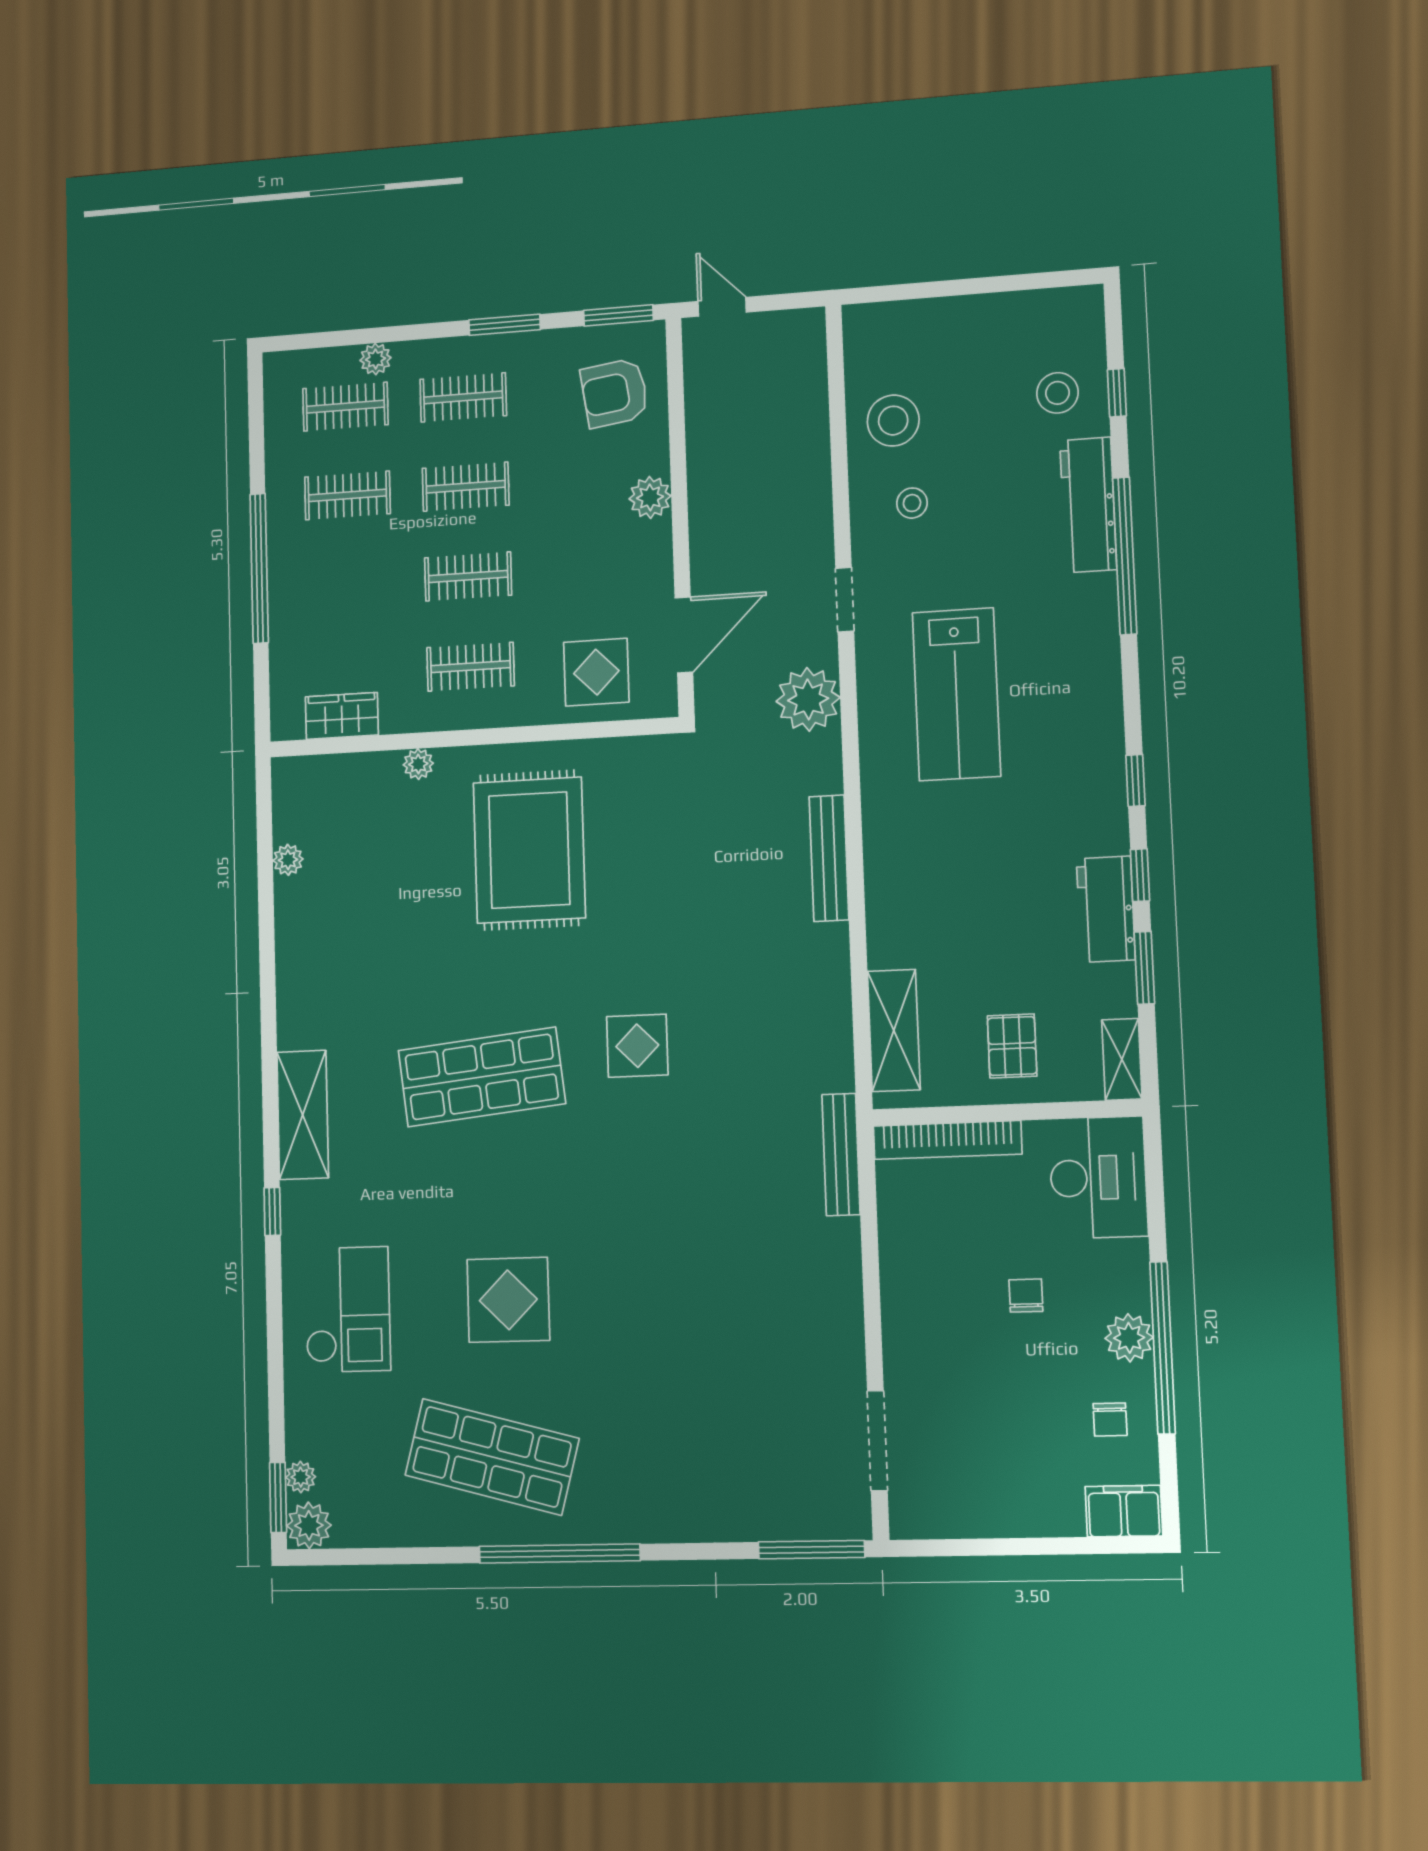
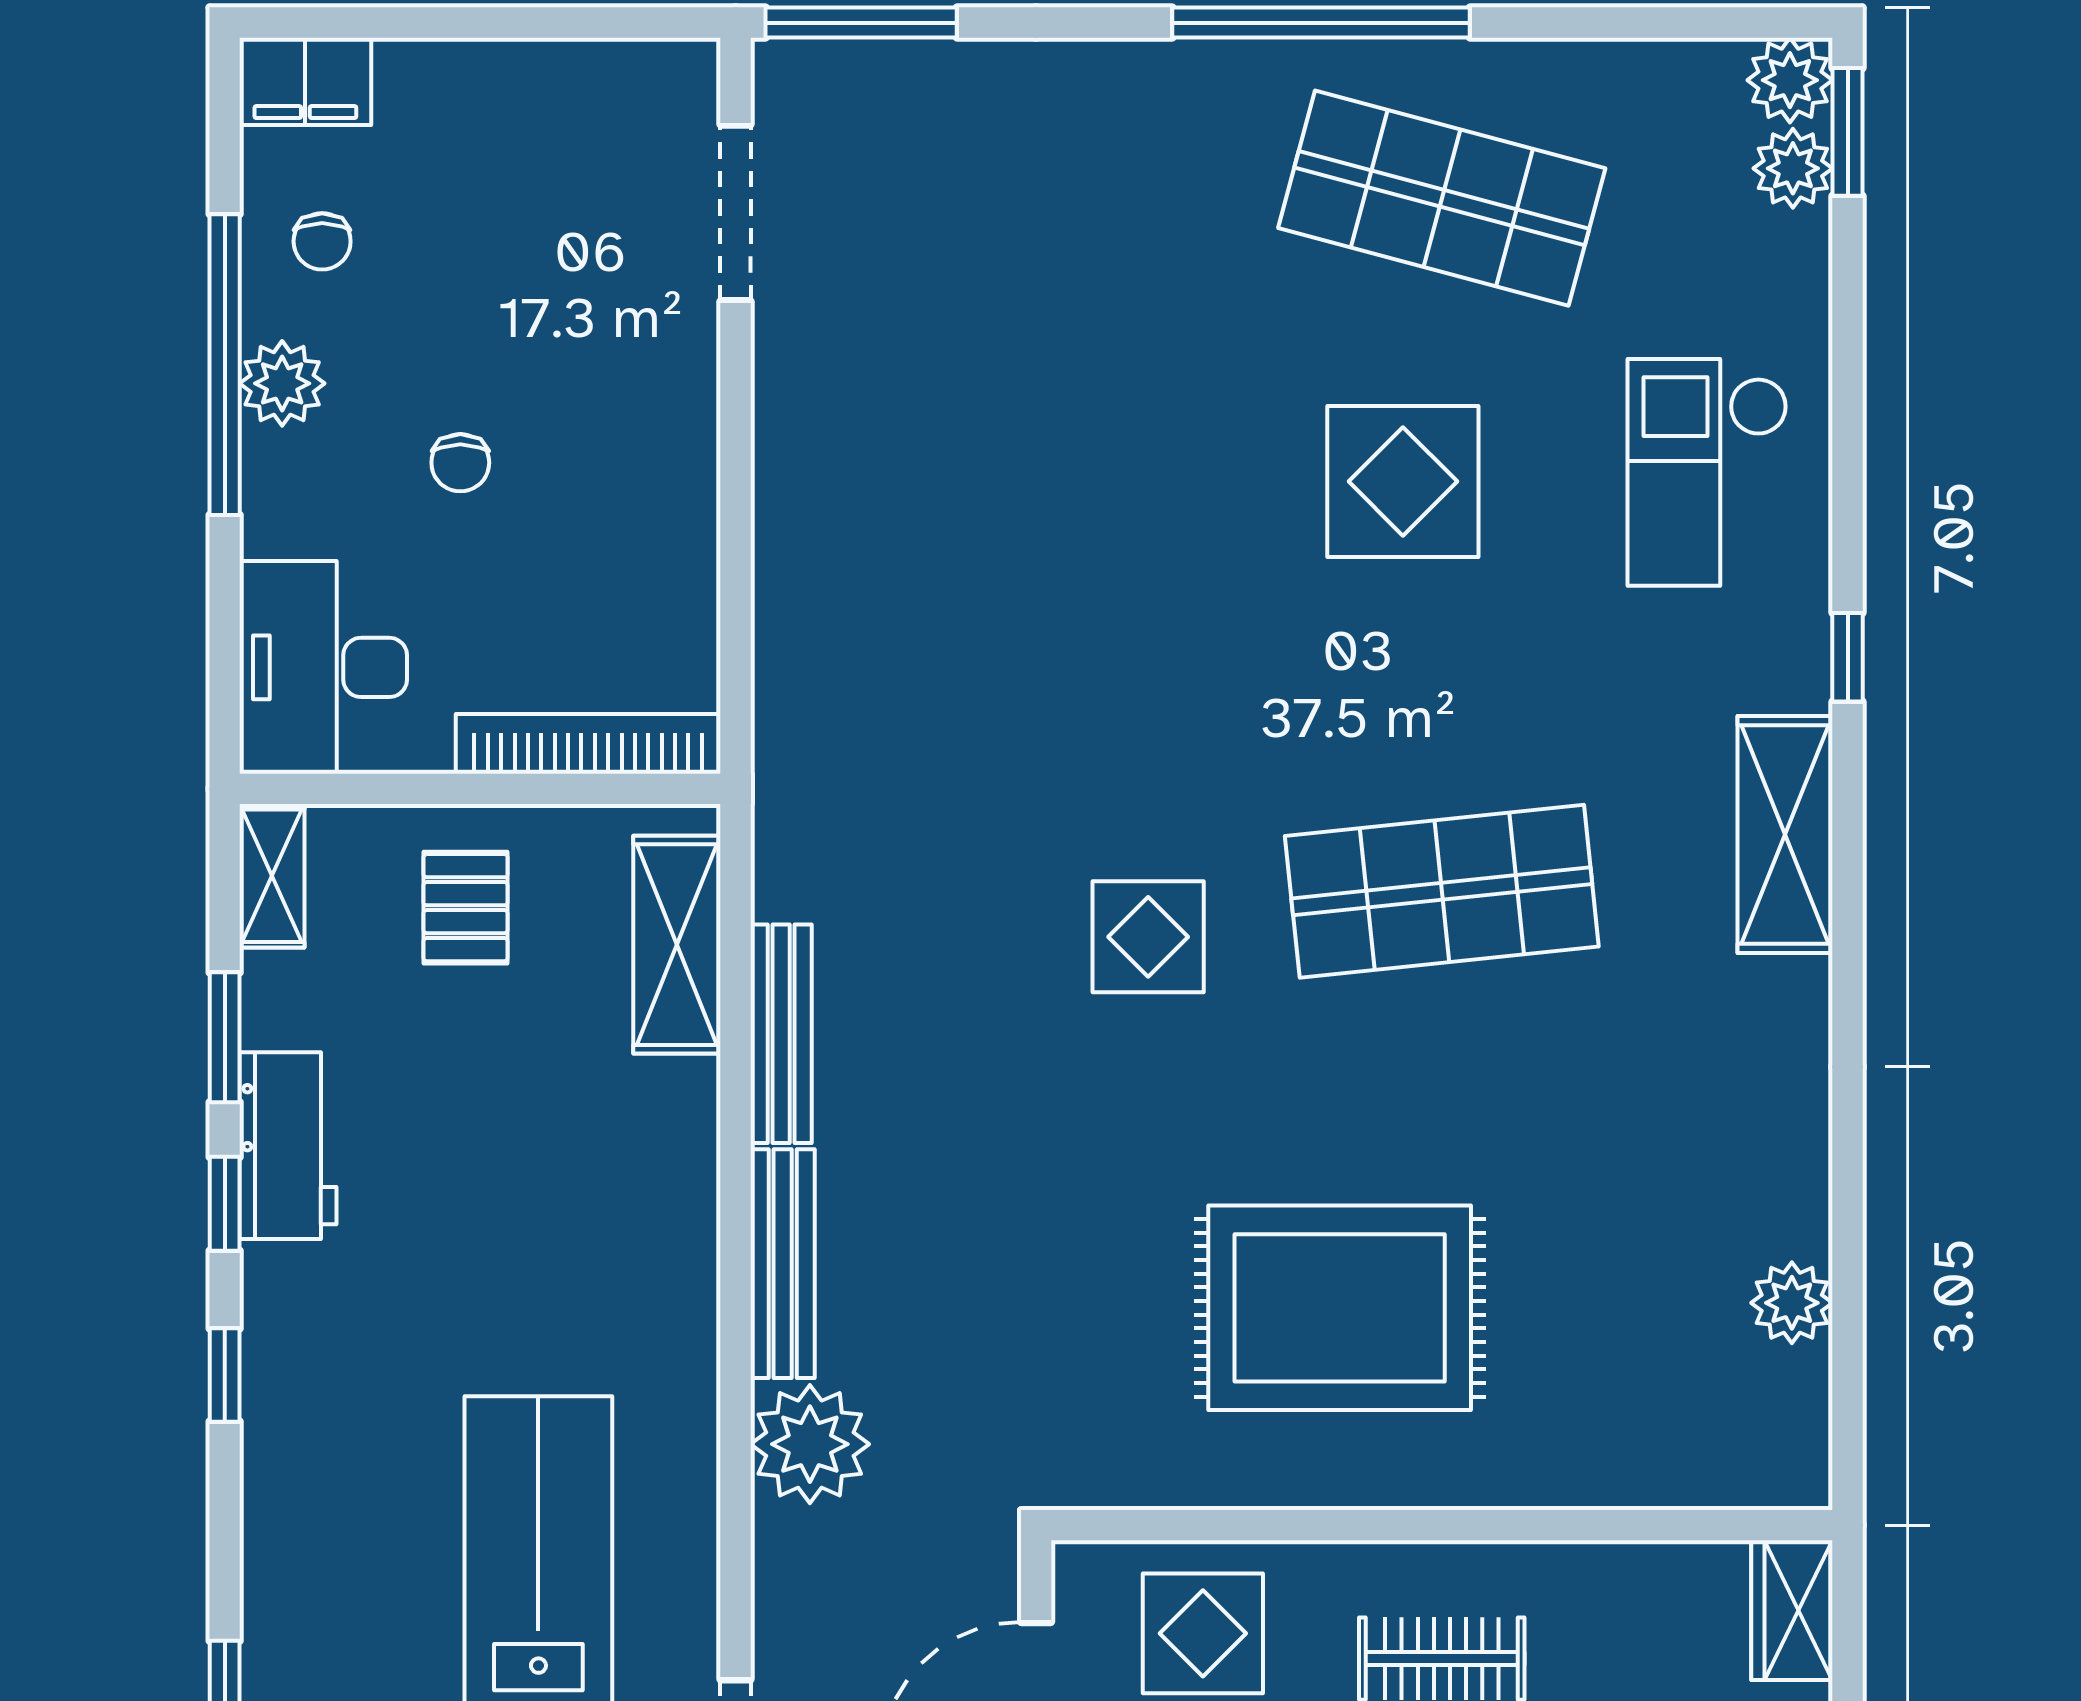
plant: (808, 699) -> (810, 1444), moved
wardrobe: (342, 716) -> (1792, 1610), moved, turned 90
plant: (418, 764) -> (1547, 1481), removed
rug: (529, 850) -> (1340, 1308), turned 90
plant: (288, 860) -> (1792, 1303), width x1.38, depth x1.38
bench: (841, 1155) -> (781, 1034), moved
chair: (1110, 1419) -> (322, 241), turned 180
plant: (301, 1477) -> (1793, 168), width x1.38, depth x1.38

